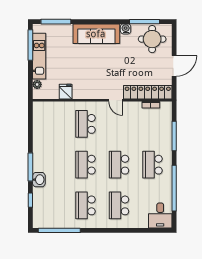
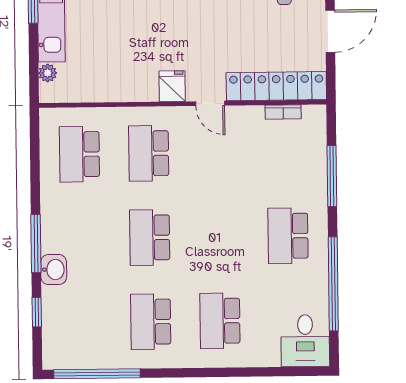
fridge: (66, 92) -> (172, 86), moved
school desk: (119, 165) -> (79, 154), moved

